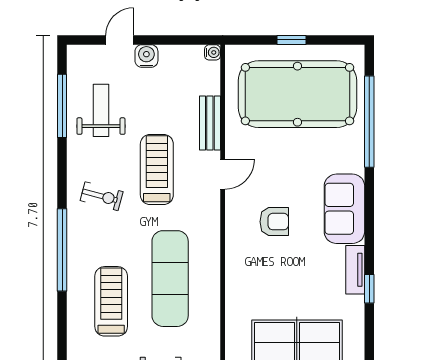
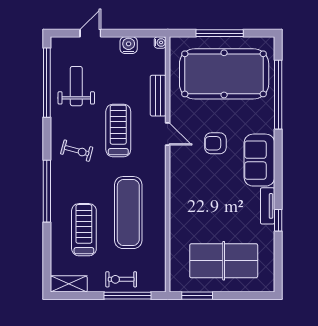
window: (292, 40) -> (220, 33), width x2.17
water cooler: (146, 56) -> (129, 45), moved
window: (62, 106) -> (47, 83), width x1.46
door: (223, 174) -> (168, 134), hinge flipped
armchair: (274, 222) -> (215, 143), moved, turned 180

